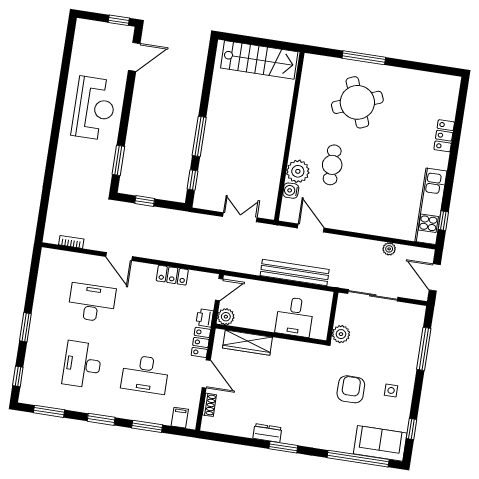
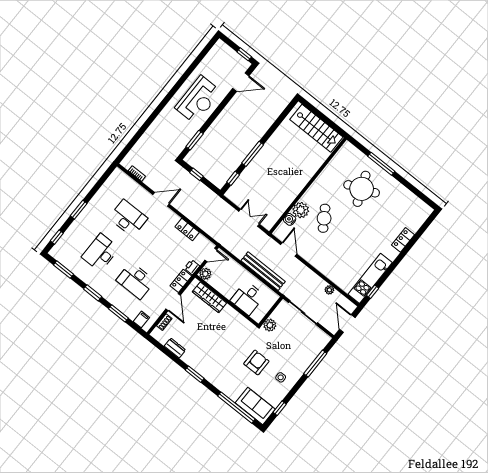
cafe table: (332, 165) -> (324, 218), turned -33
door: (119, 257) -> (161, 199), swing flipped
dresser: (267, 433) -> (175, 348), moved

